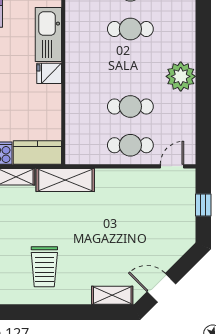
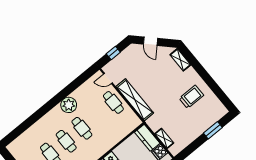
cafe table: (130, 106) -> (82, 128), moved
shelving: (65, 180) -> (135, 100), moved, width x1.47
door: (161, 288) -> (151, 41), moved

